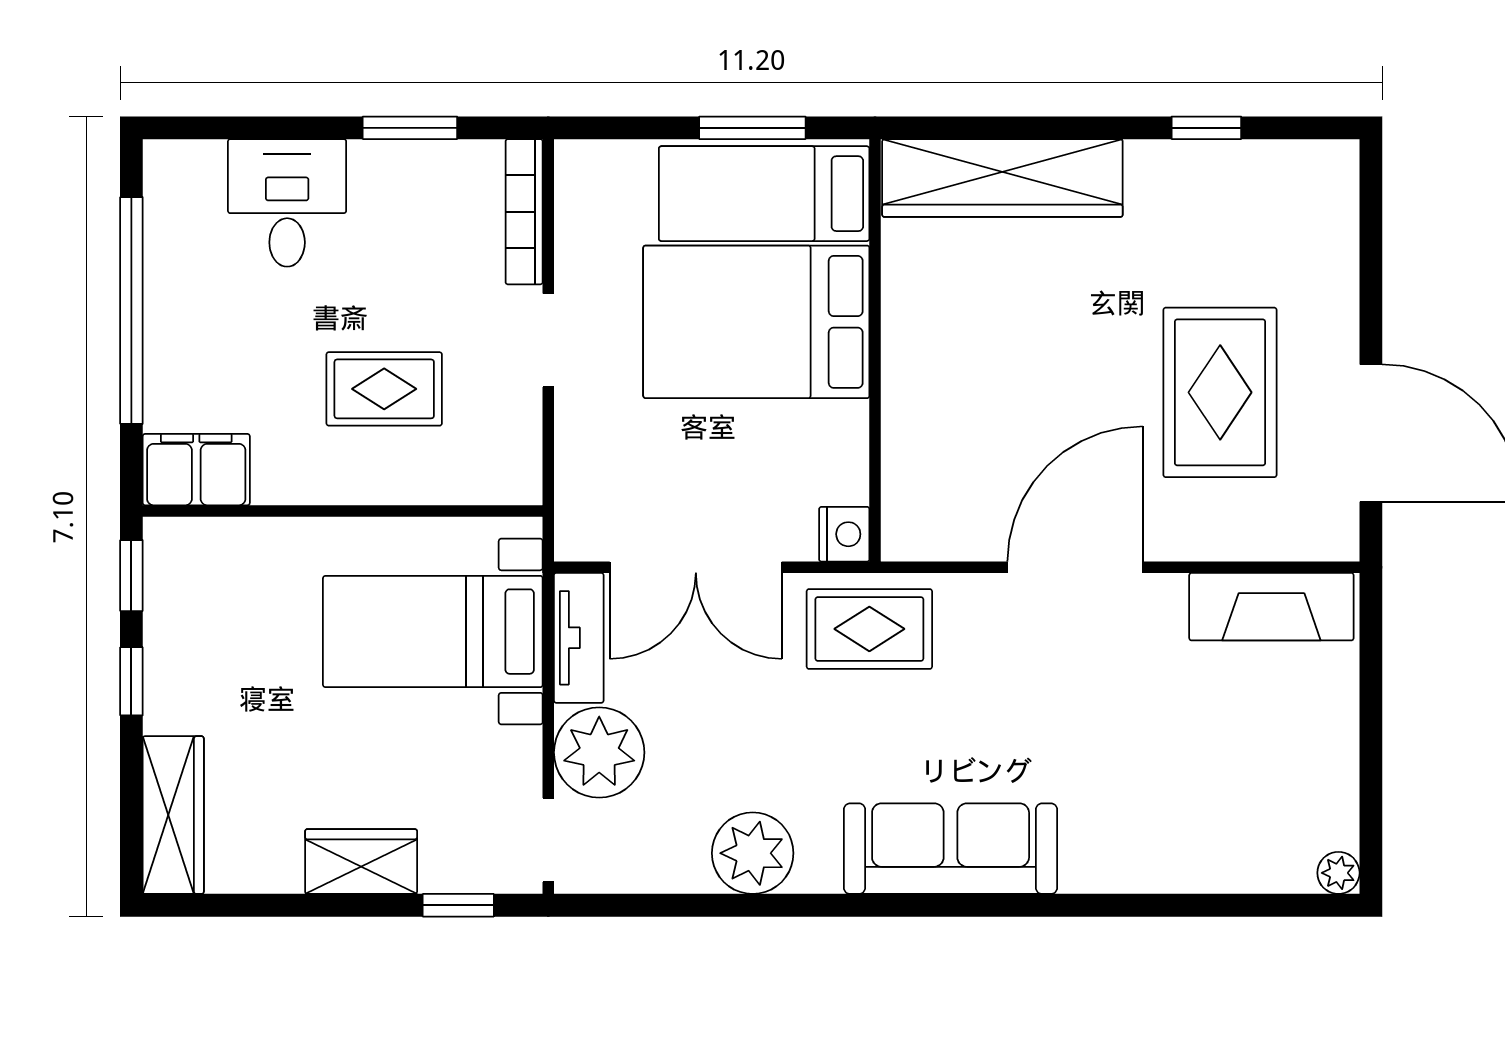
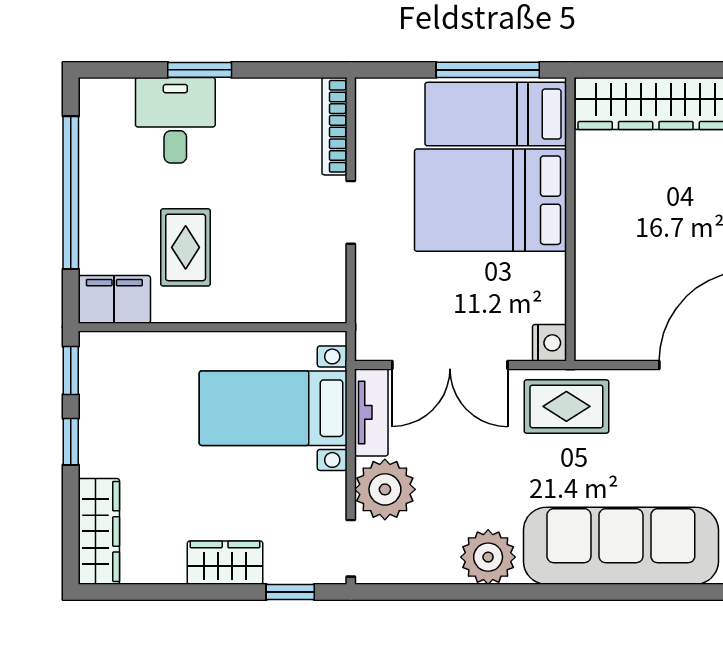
window: (410, 128) -> (200, 70), moved
window: (752, 128) -> (488, 70), width x1.44
rug: (384, 389) -> (186, 247), moved, turned 90
sofa: (951, 849) -> (621, 546), width x1.36, depth x1.27

